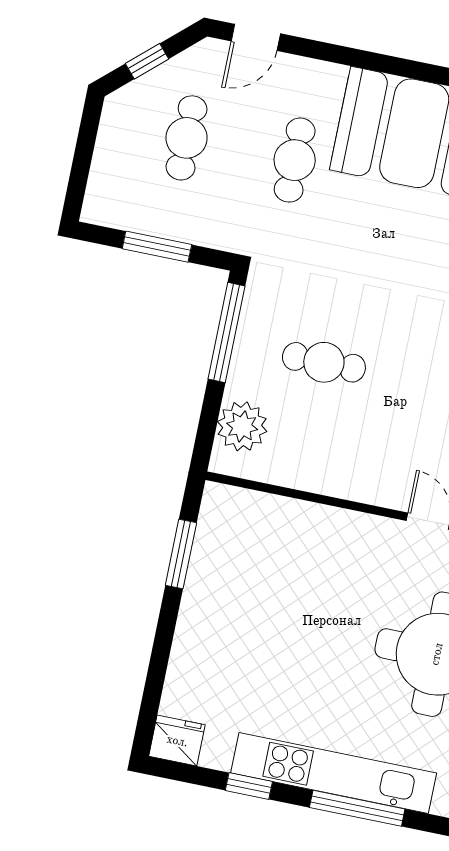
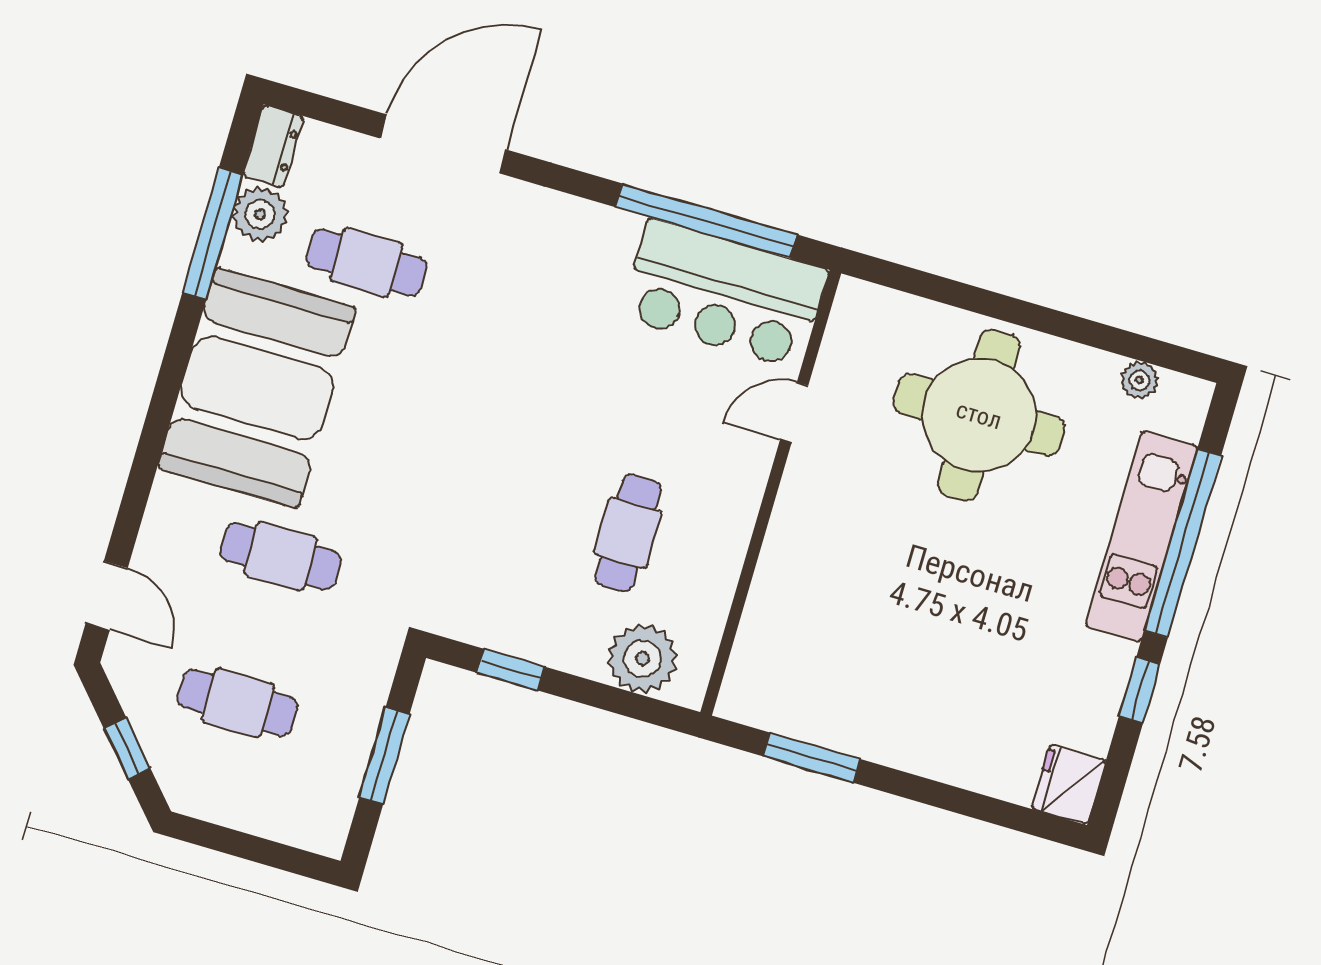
window: (226, 332) -> (511, 670), width x0.46
cafe table: (324, 362) -> (628, 533), moved
kitchen unit: (334, 773) -> (1142, 536), width x0.73
window: (357, 808) -> (1183, 543), width x1.46

